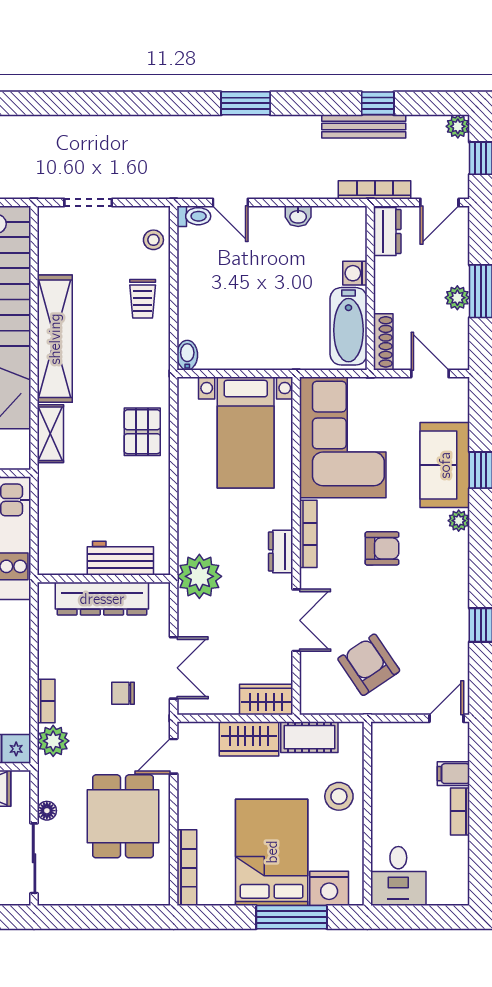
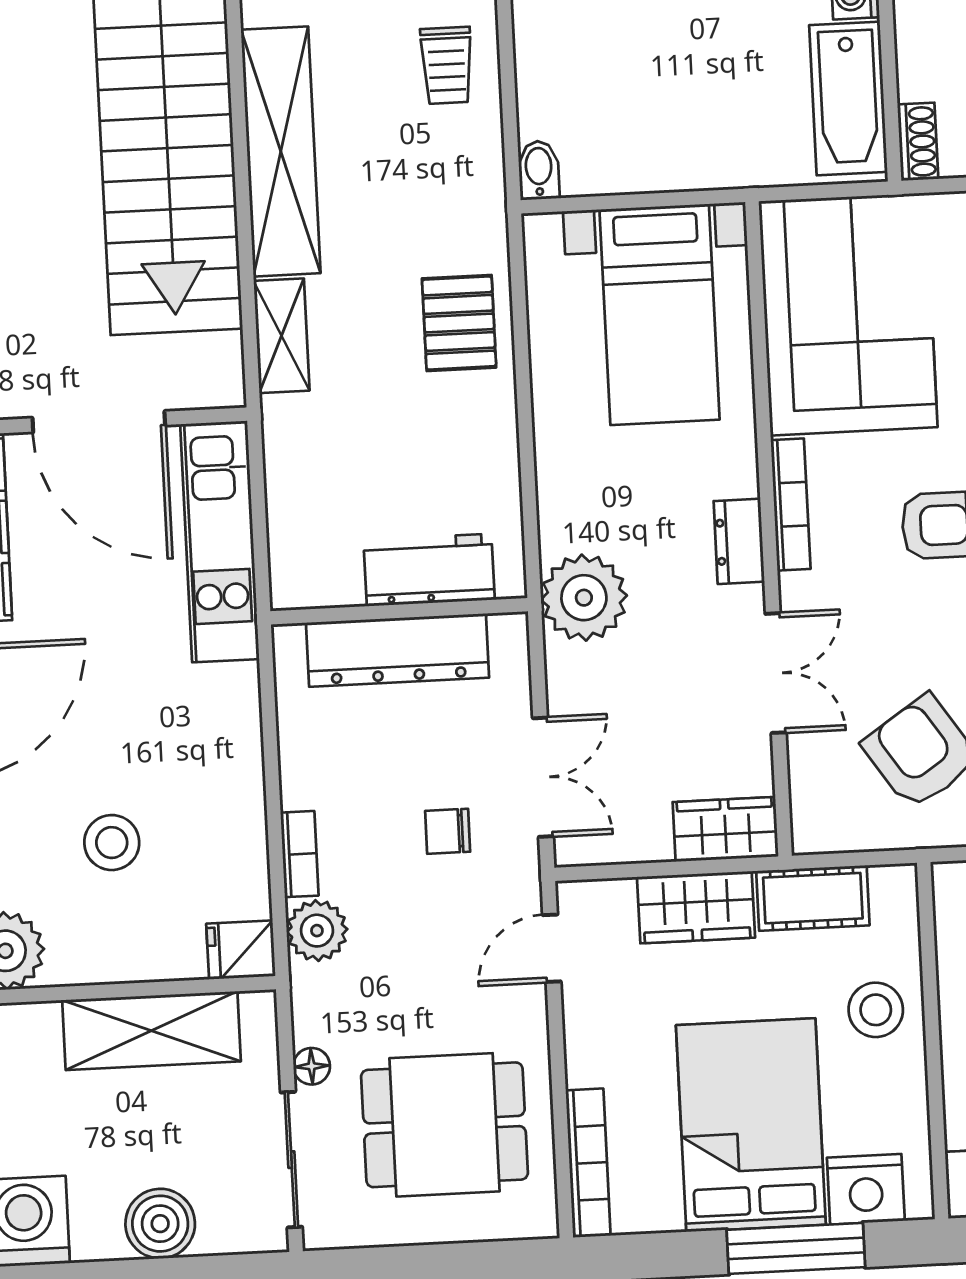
shoe rack: (383, 342) -> (918, 142), width x0.70
dining table: (123, 816) -> (444, 1125), moved, turned 90

